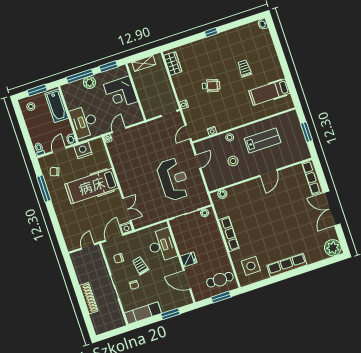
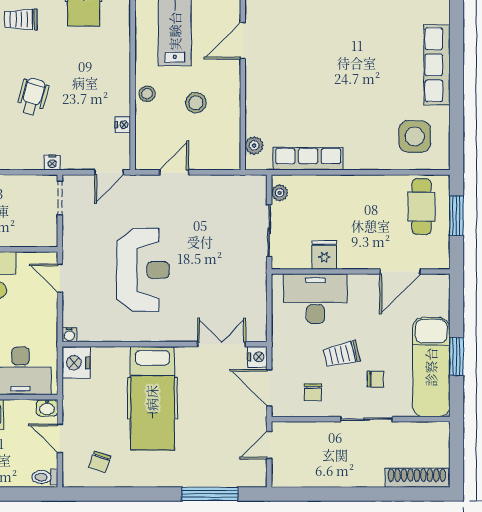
door: (119, 130) -> (60, 278), moved
door: (188, 132) -> (109, 172), hinge flipped
nightstand: (83, 150) -> (76, 363), moved
door: (198, 162) -> (174, 172), hinge flipped
door: (268, 173) -> (243, 41), swing flipped
reception desk: (173, 179) -> (143, 270), moved, turned 90
window: (44, 189) -> (210, 494), moved
row of seats: (229, 234) -> (308, 159), moved
door: (88, 246) -> (269, 445), hinge flipped
fridge: (189, 259) -> (324, 255), moved
shoe rack: (89, 298) -> (417, 478), moved
exam couch: (143, 313) -> (431, 367), width x1.36, depth x1.45
window: (170, 314) -> (456, 357), moved

